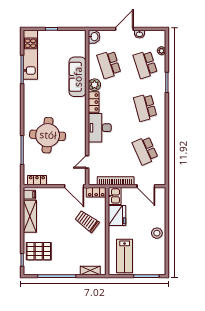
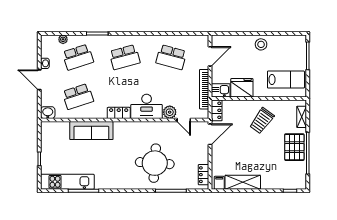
plant: (94, 85) -> (170, 112), moved
school desk: (145, 150) -> (171, 57), turned 39
trolley: (87, 221) -> (262, 121), moved
pallet: (39, 251) -> (294, 147), moved

